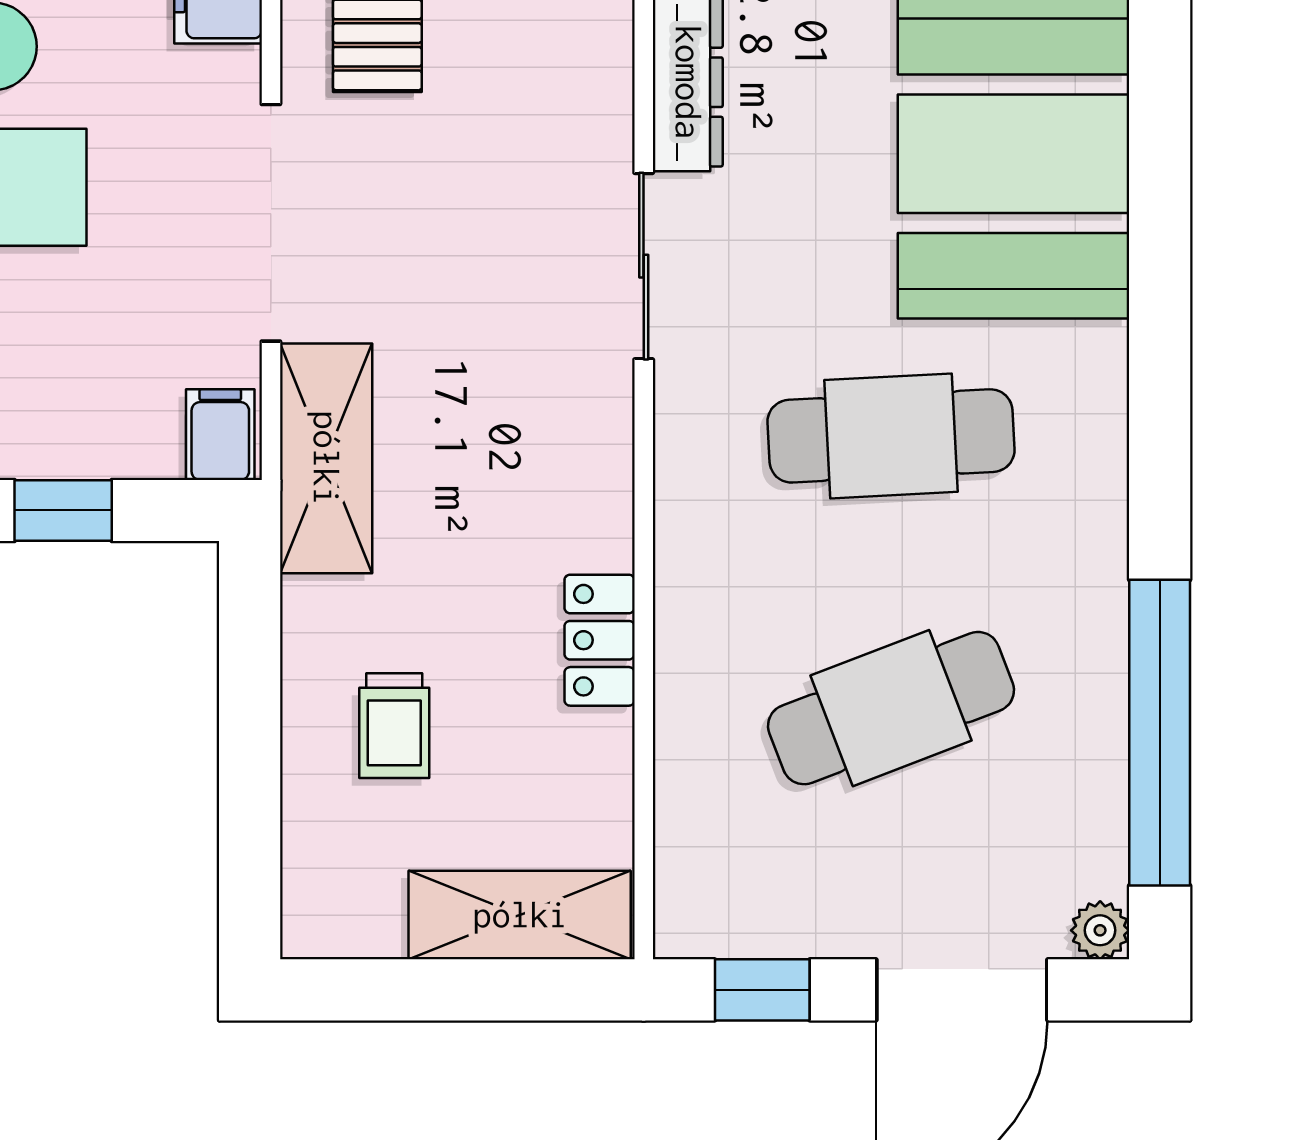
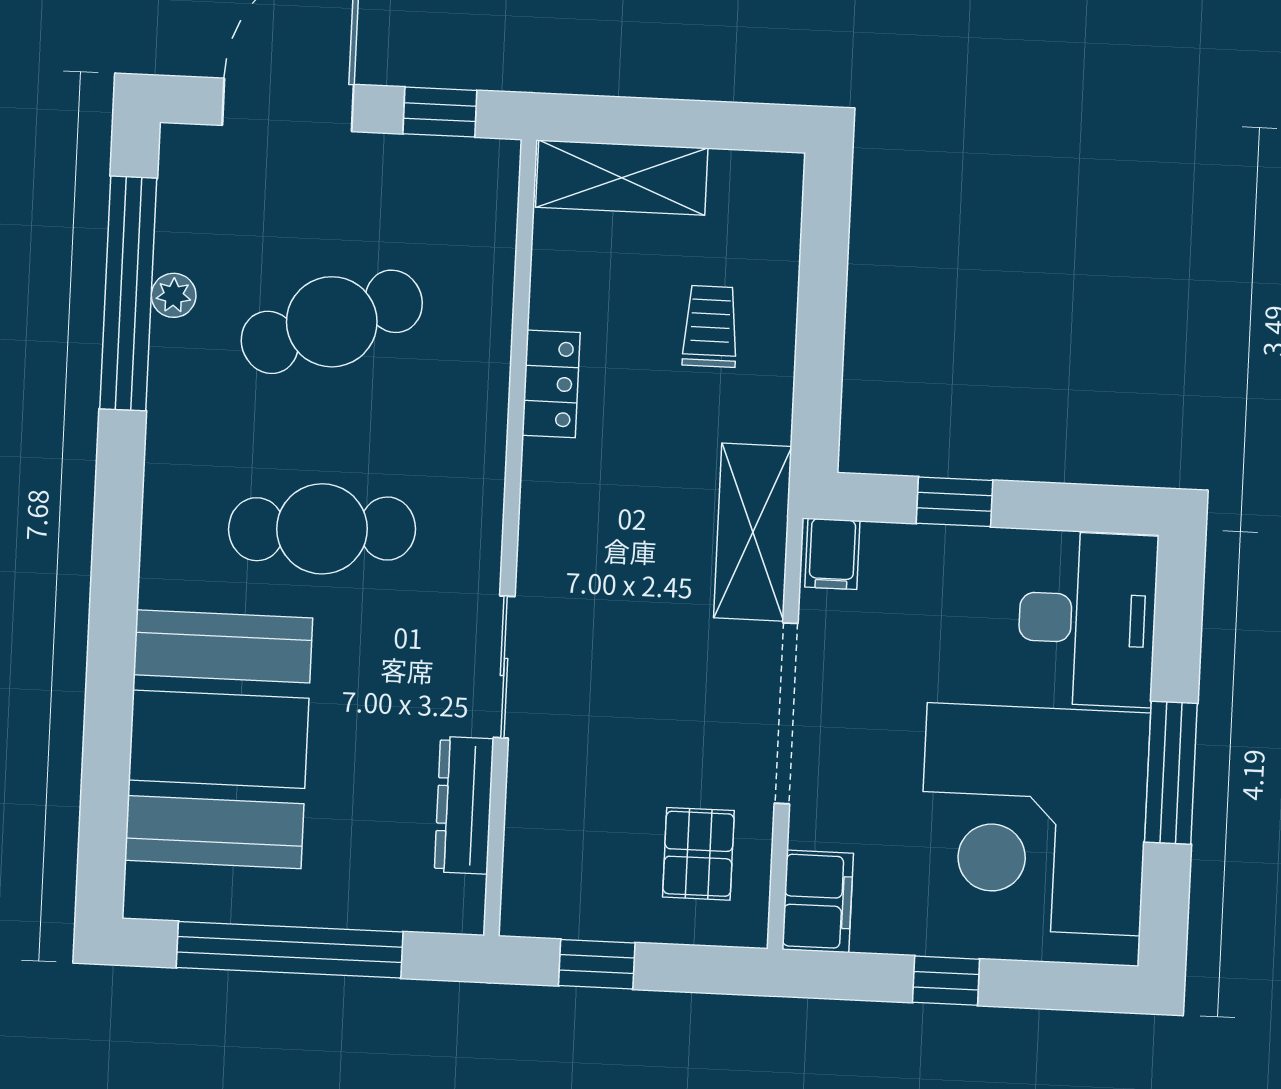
plant: (1100, 930) -> (174, 295), moved

